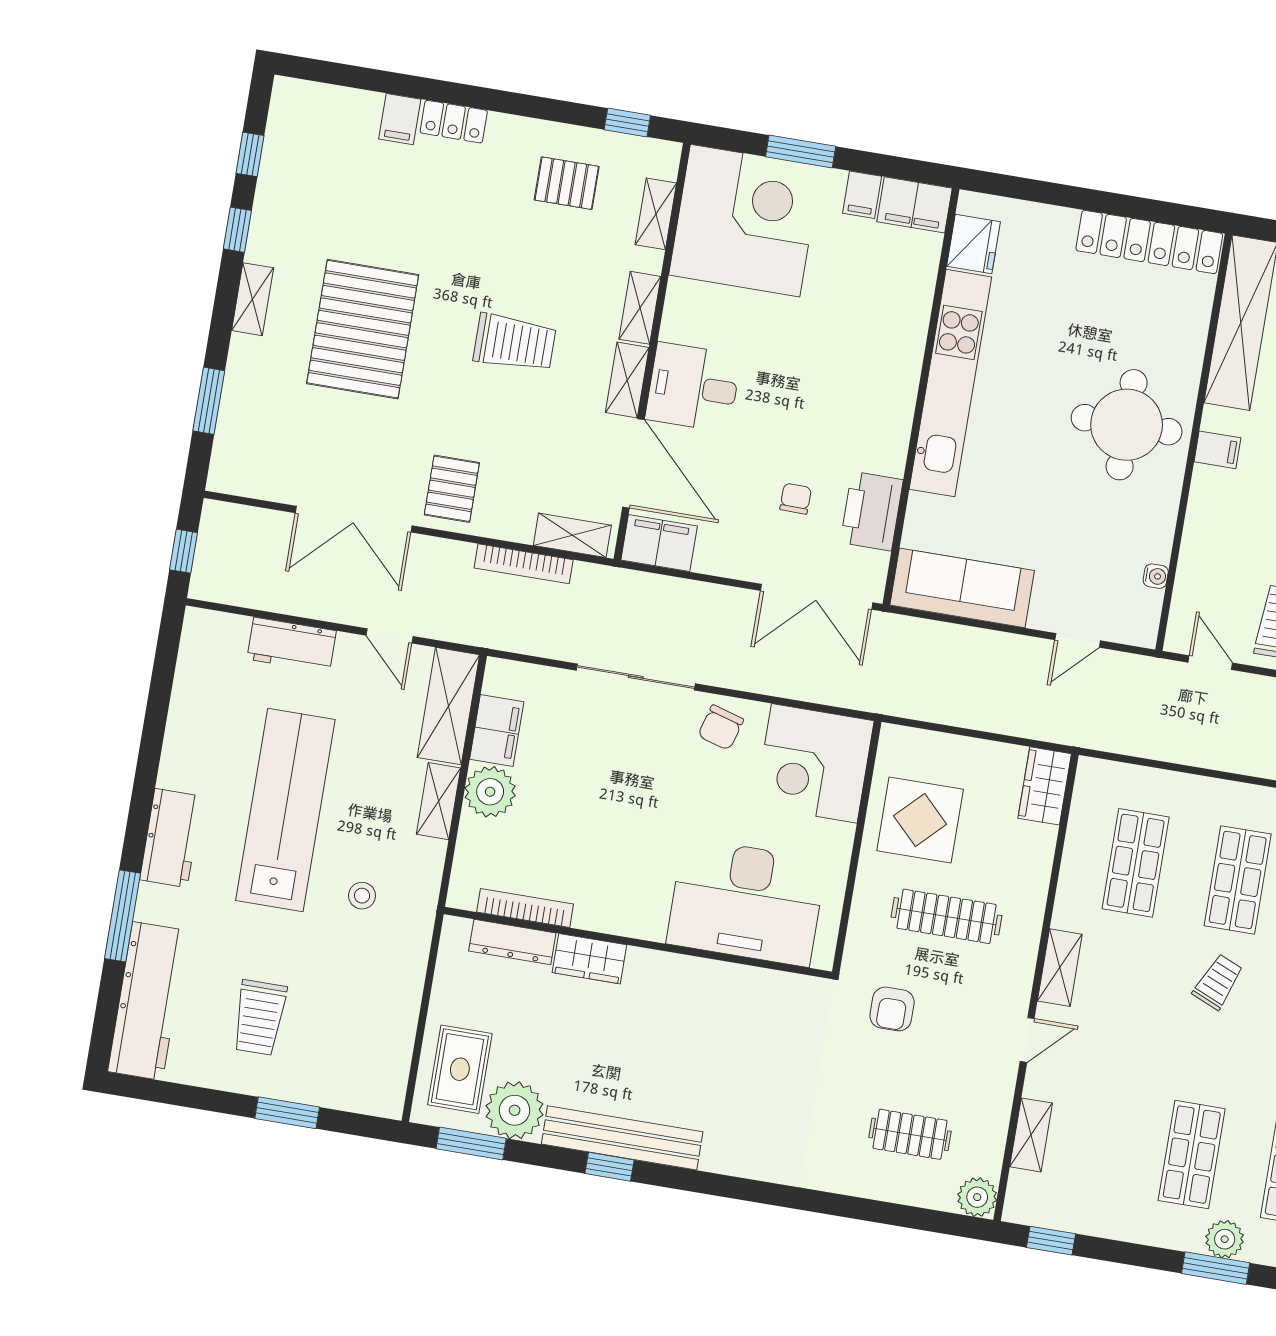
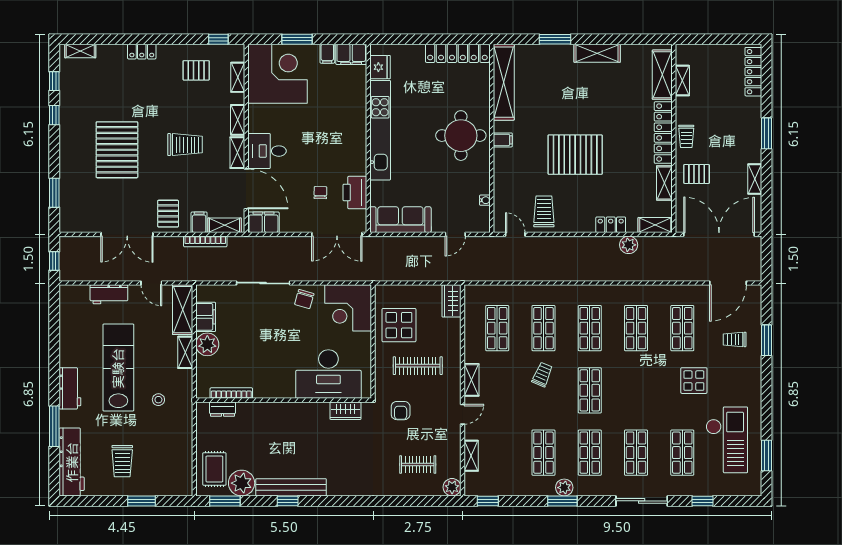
filing cabinet: (400, 119) -> (199, 222), moved, turned 180
shelving: (253, 299) -> (80, 51), moved, turned 90
dresser: (512, 942) -> (223, 409), width x0.70
wardrobe: (589, 959) -> (345, 411), moved

